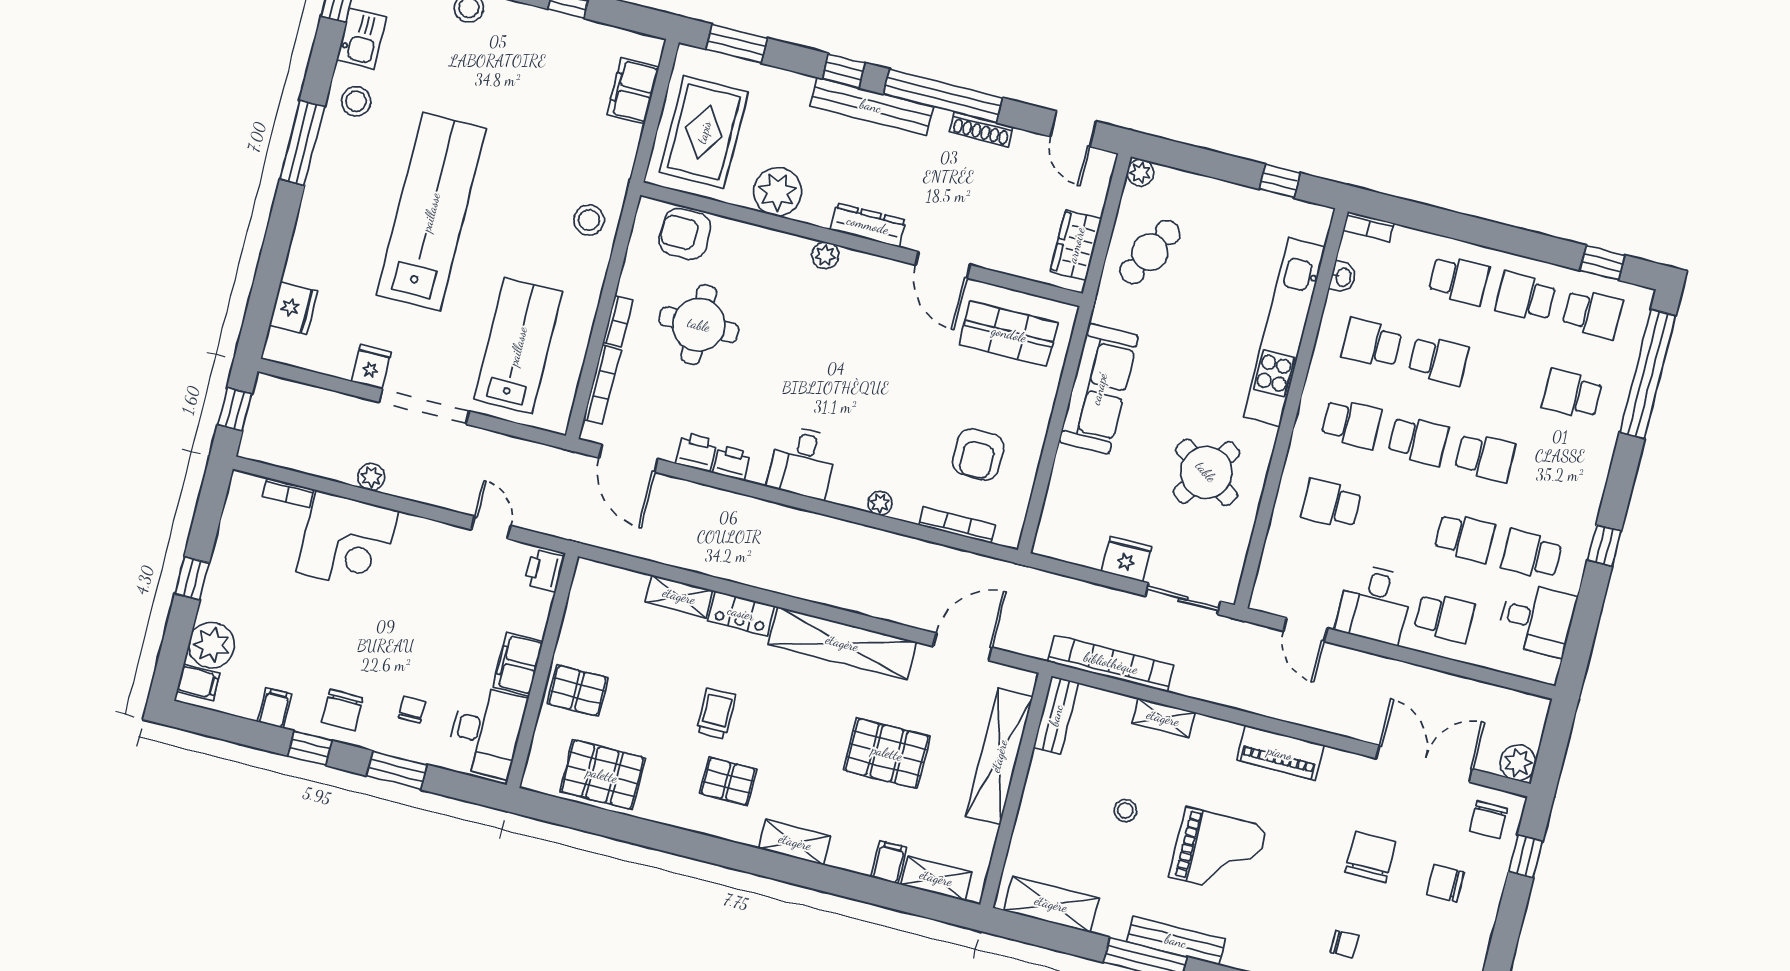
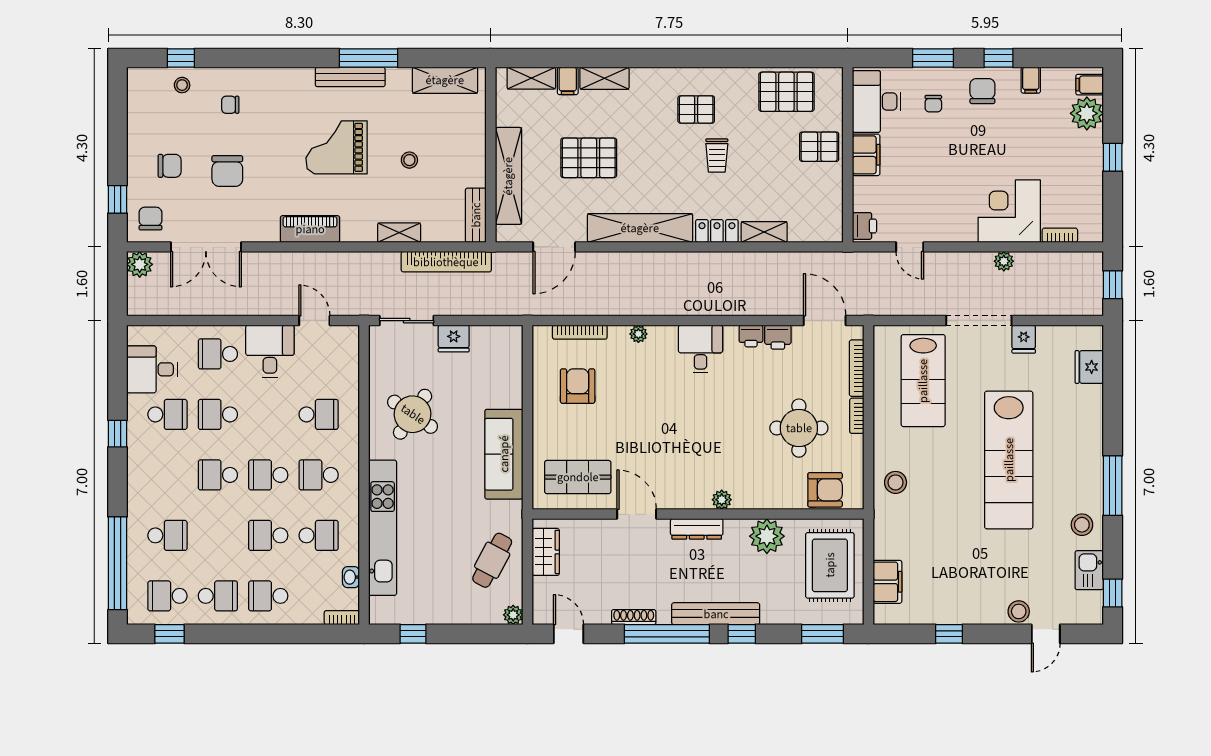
shelving: (795, 842) -> (605, 78), moved

